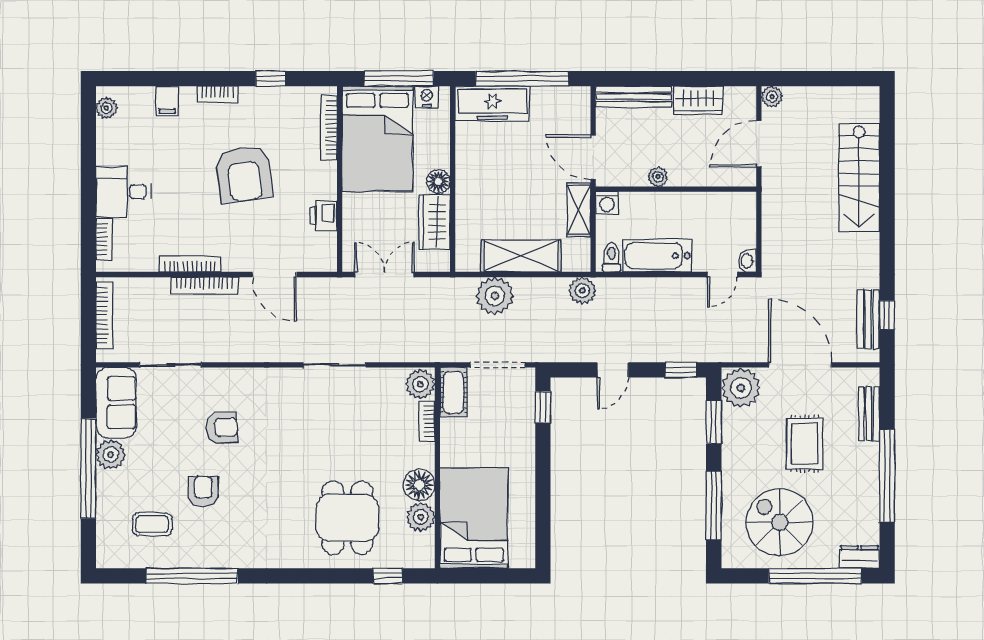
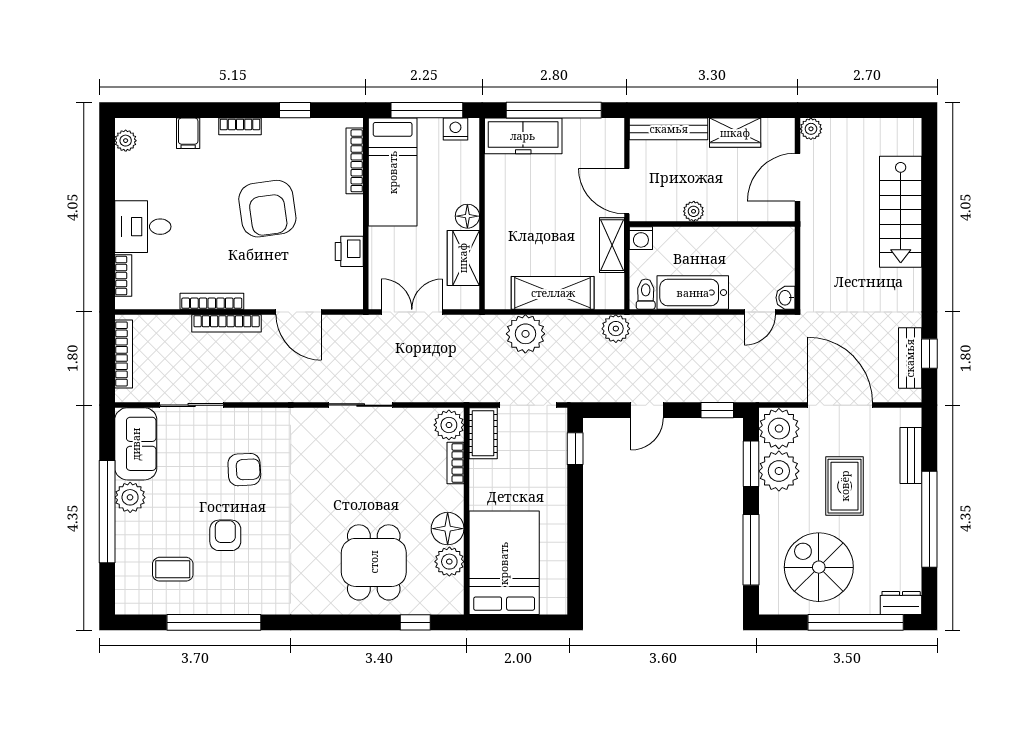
bed: (378, 139) -> (393, 172), width x0.67
plant: (741, 429) -> (779, 471), added

